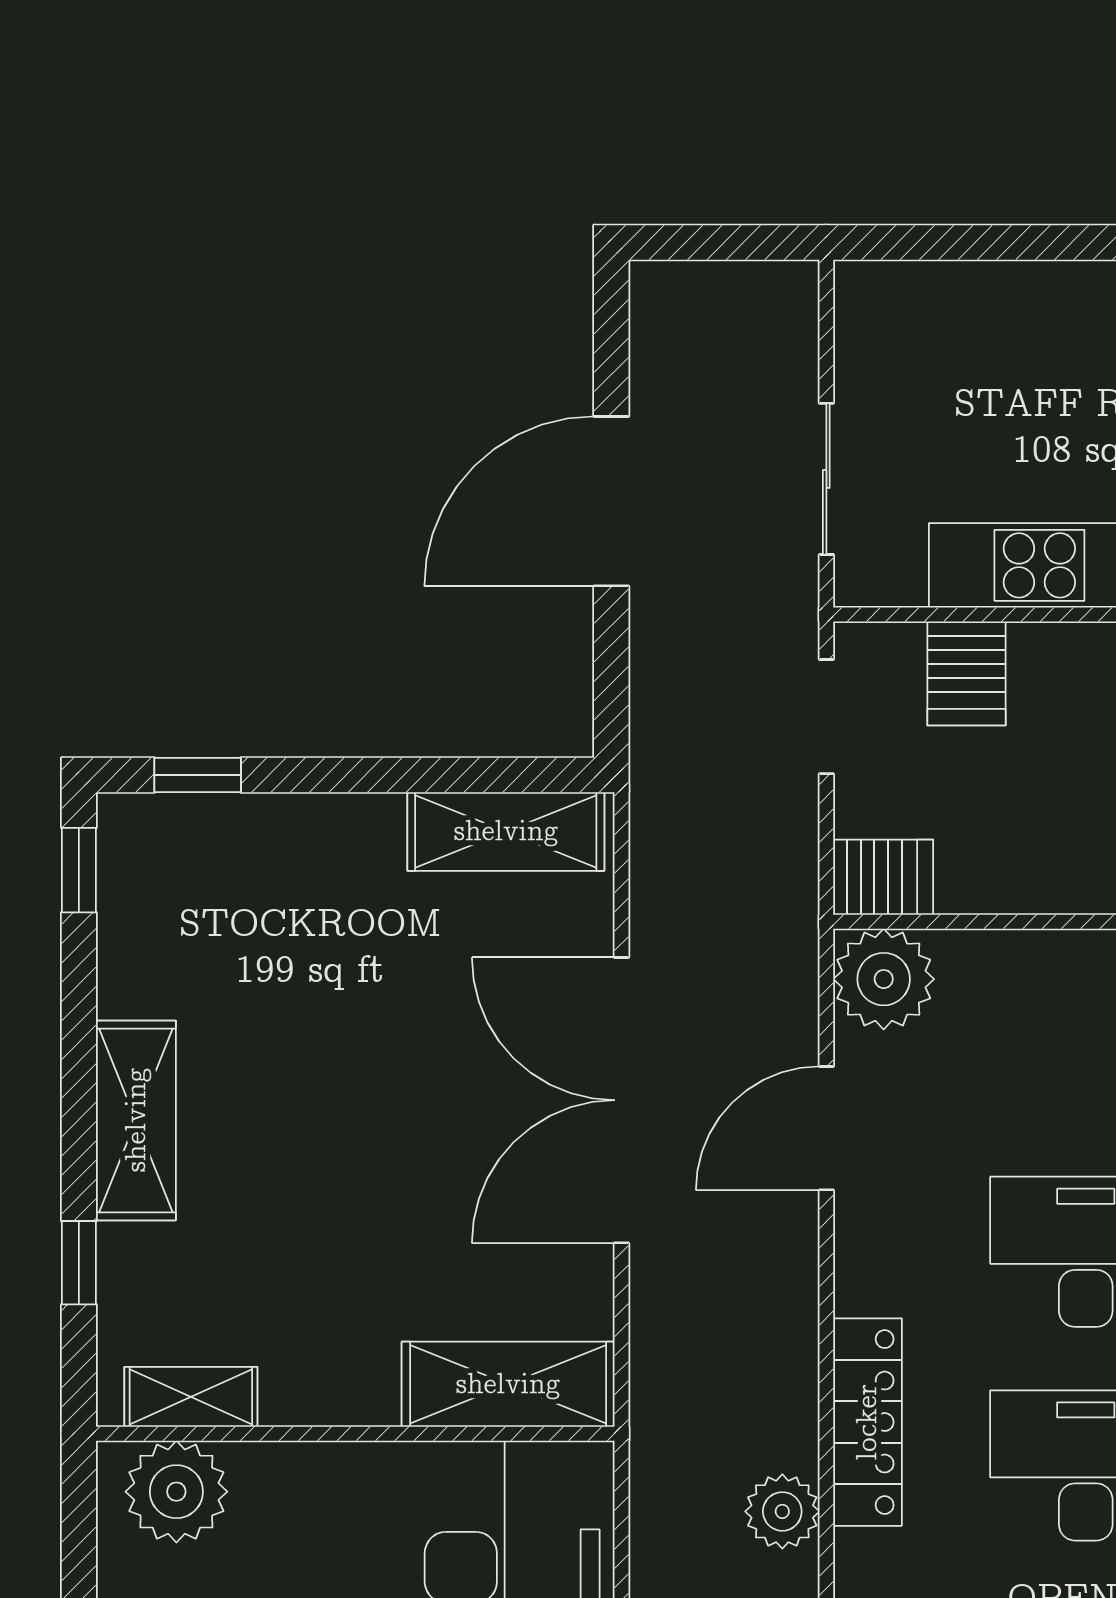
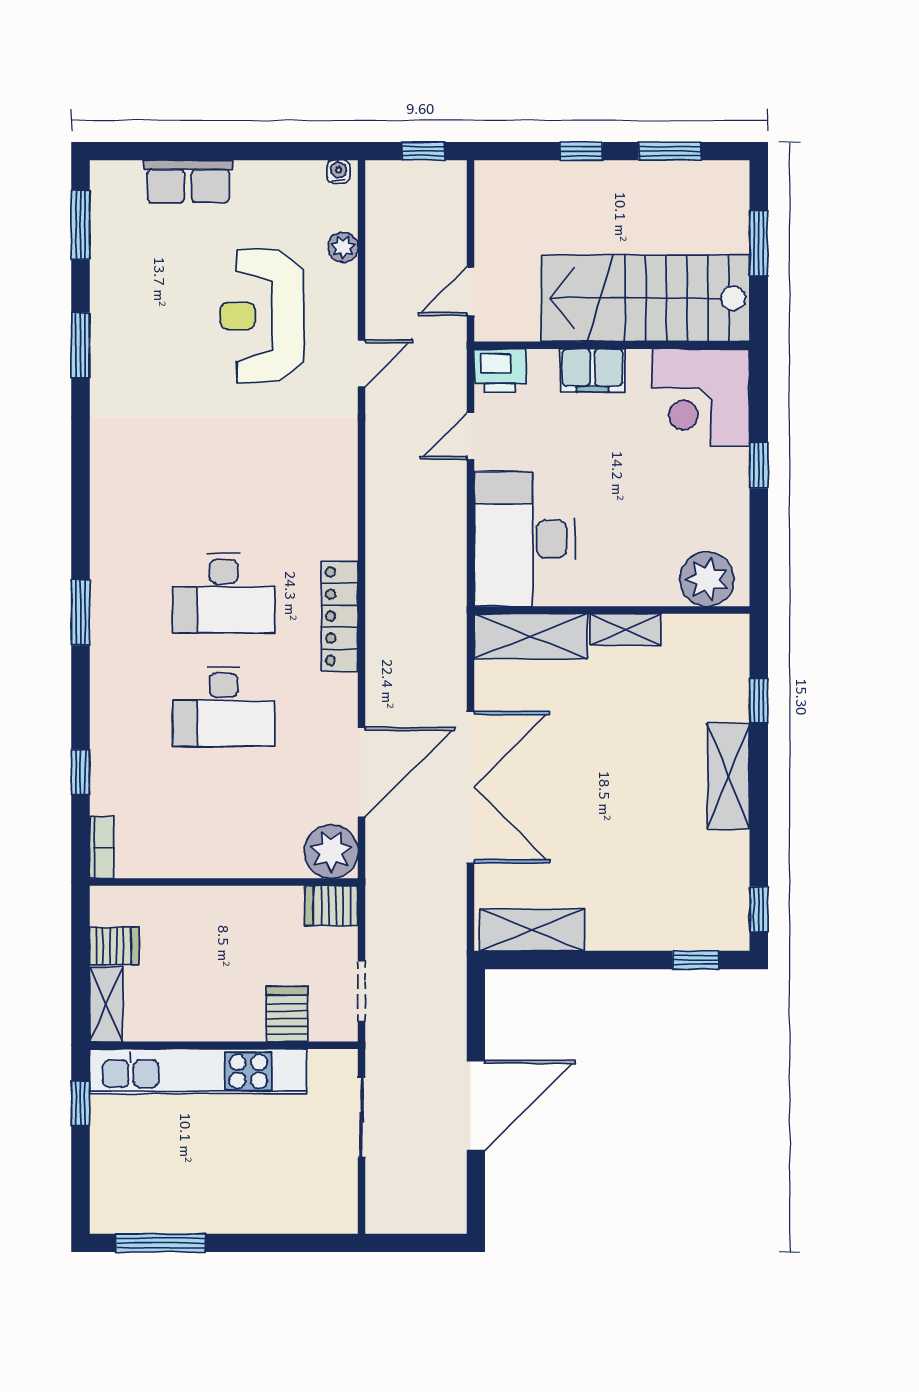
door: (826, 1128) -> (362, 772), width x1.36
shelving: (191, 1397) -> (626, 629), moved
plant: (782, 1511) -> (385, 569), removed

